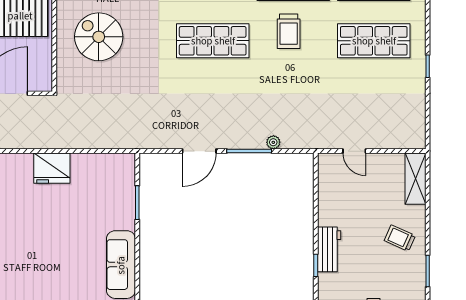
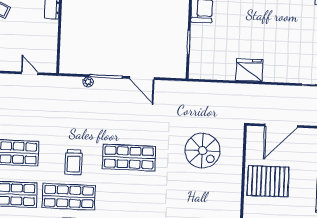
trolley: (289, 31) -> (73, 162), turned 180
spiral stairs: (99, 37) -> (203, 151), moved
door: (199, 151) -> (142, 78), swing flipped

